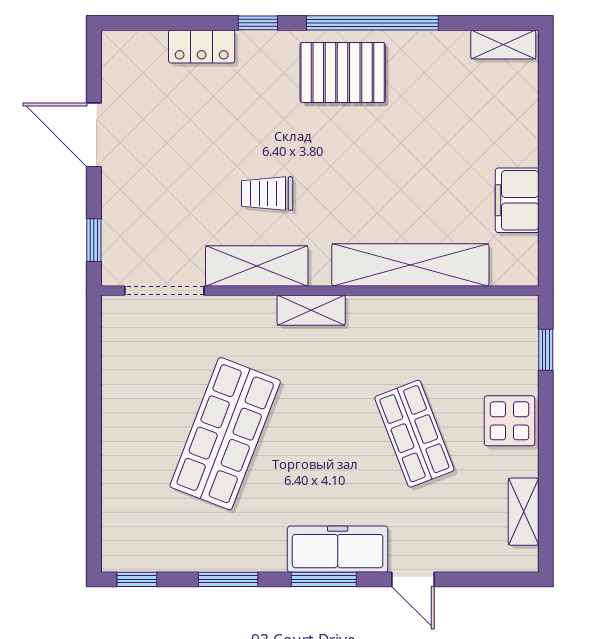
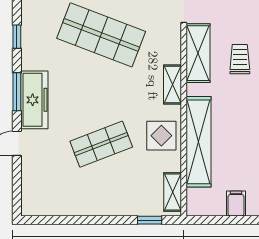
filing cabinet: (517, 200) -> (236, 204), width x0.50
display table: (509, 421) -> (161, 136), moved
shelving: (524, 512) -> (173, 192), moved, turned 90
window: (228, 579) -> (17, 37), width x0.67

